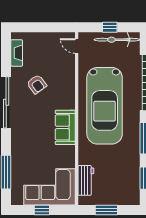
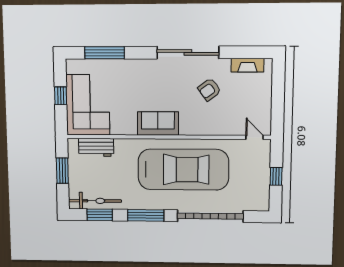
bicycle: (117, 40) -> (95, 201), moved, turned 90
door: (77, 46) -> (255, 137), hinge flipped
car: (105, 106) -> (183, 170), turned 180

